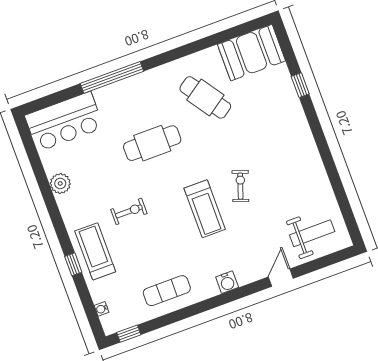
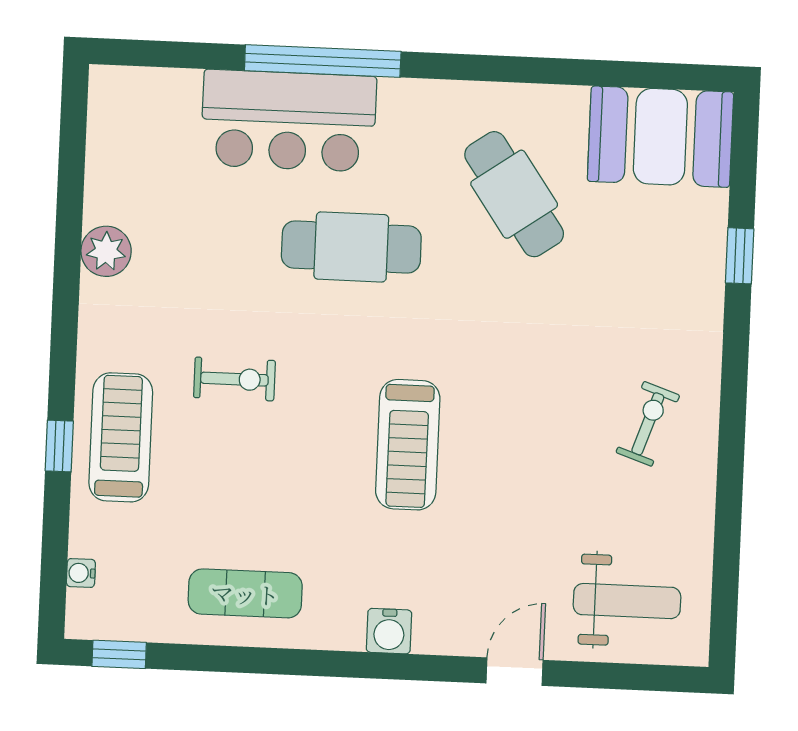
bar counter: (64, 122) -> (289, 121), moved
exercise bike: (240, 186) -> (648, 424), moved

